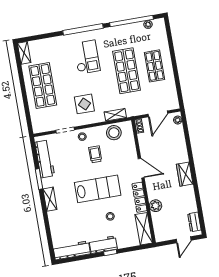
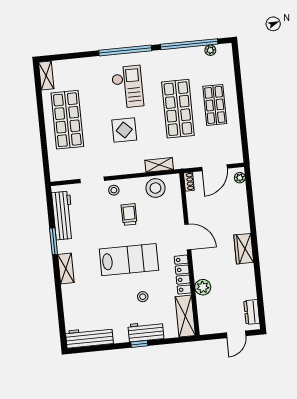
display table: (84, 104) -> (124, 130), moved
workbench: (103, 245) -> (146, 331), moved

